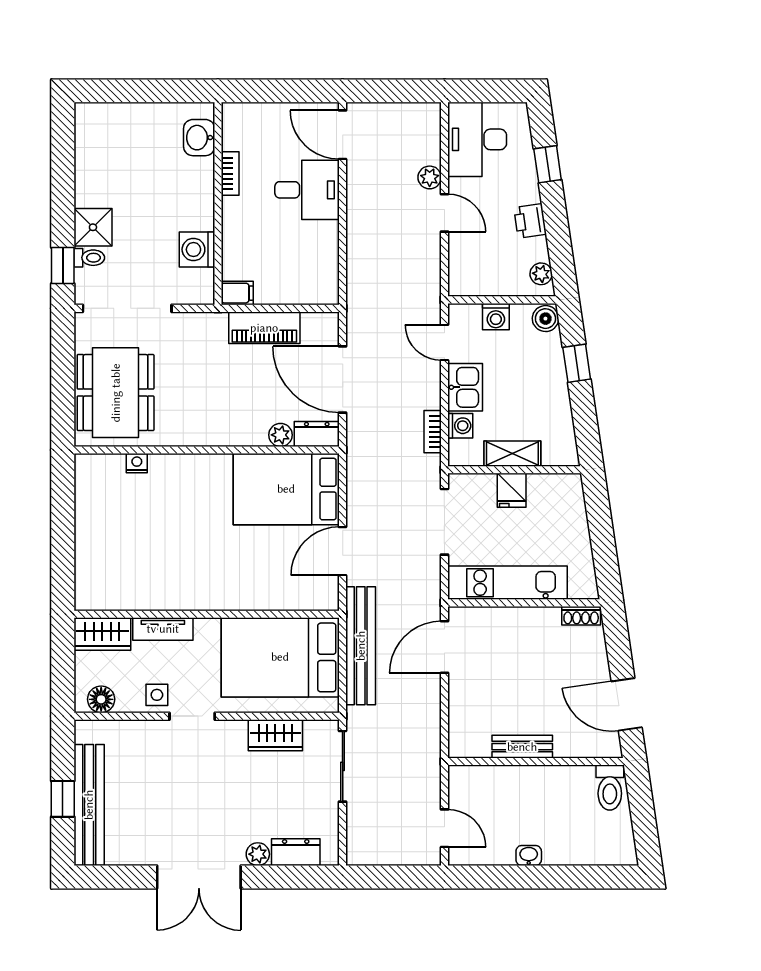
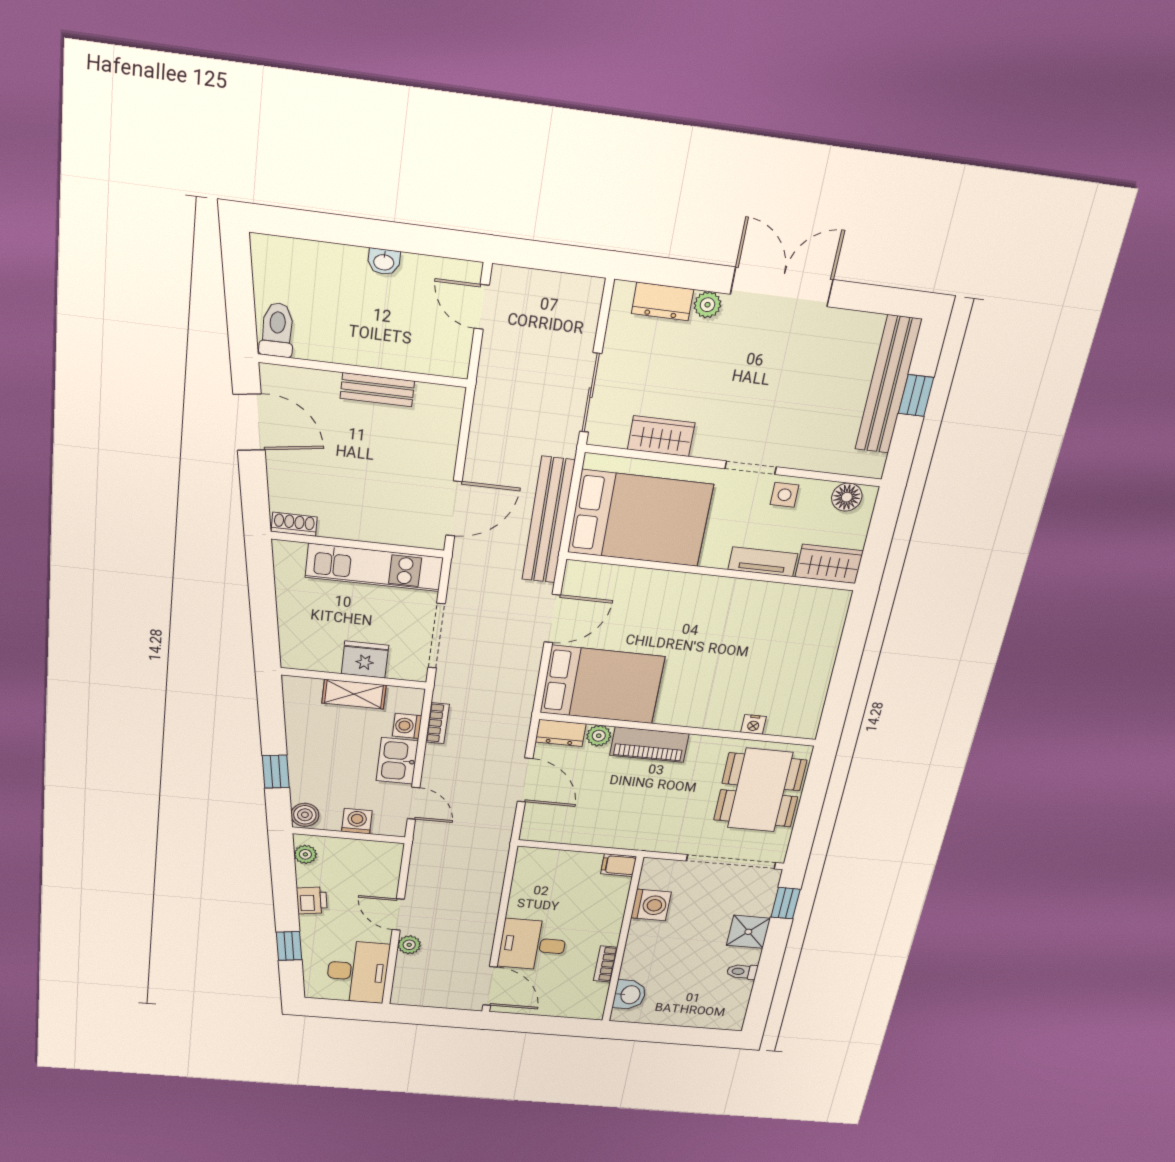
toilet: (89, 258) -> (742, 972), moved
piano: (264, 328) -> (649, 745), moved, turned 180
door: (343, 379) -> (525, 780), width x0.73
fridge: (512, 490) -> (365, 660), width x1.38

